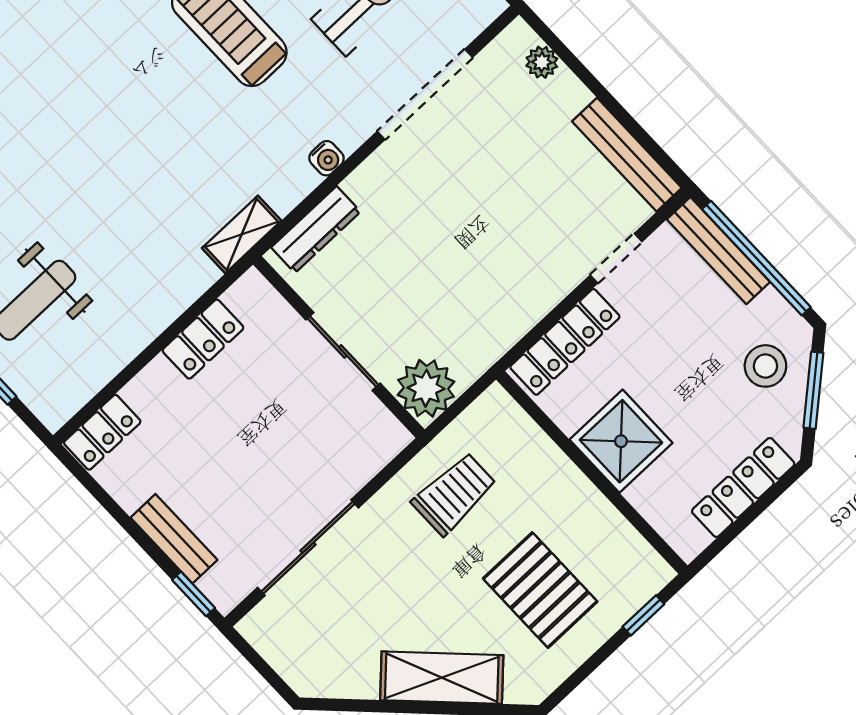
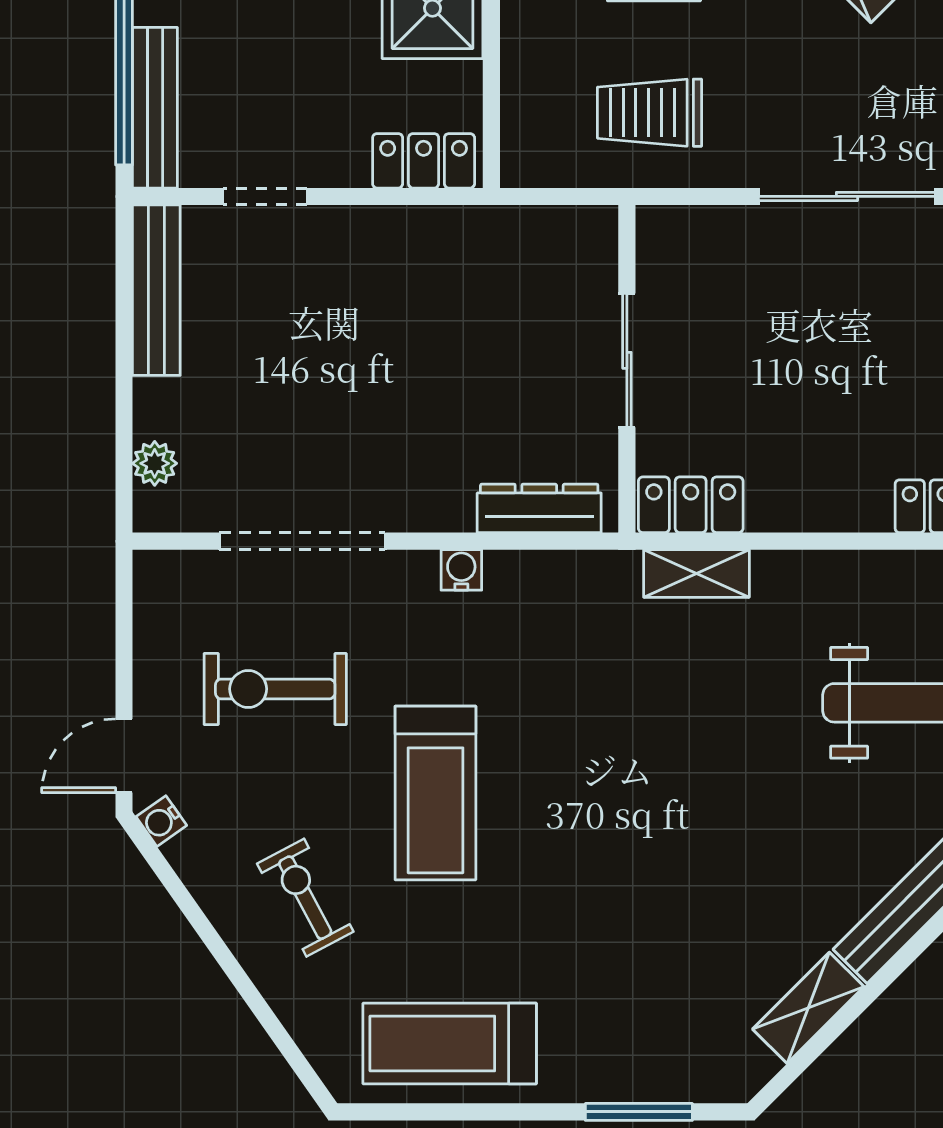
shelving: (242, 234) -> (696, 573), moved
locker: (203, 339) -> (691, 505), moved
locker: (565, 342) -> (424, 161), width x0.66
plant: (426, 388) -> (578, 245), removed

